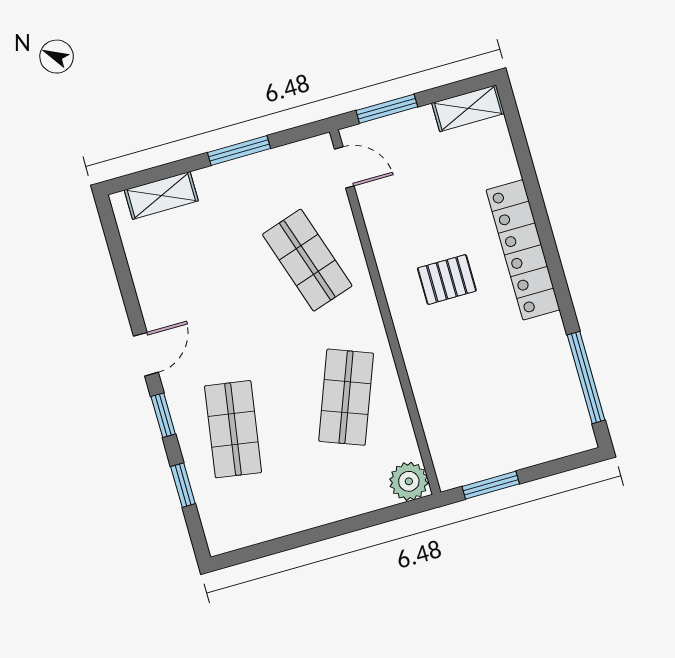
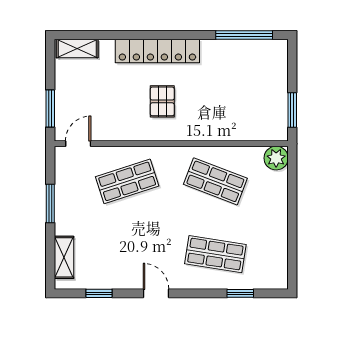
shelving: (468, 108) -> (77, 49), moved, turned 90
window: (163, 415) -> (99, 293), moved

